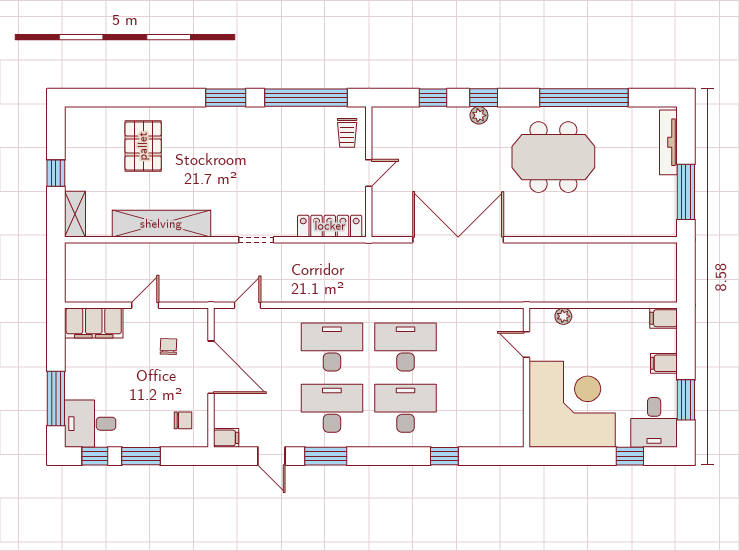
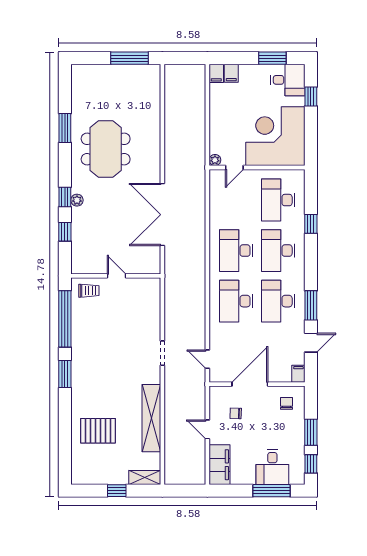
window: (584, 98) -> (65, 128), width x0.47
tv unit: (668, 142) -> (95, 70), removed
locker: (330, 226) -> (153, 303), removed
plant: (563, 316) -> (215, 160), moved
filing cabinet: (664, 363) -> (231, 73), moved
desk: (479, 408) -> (278, 200), added
desk: (90, 424) -> (272, 467), moved

